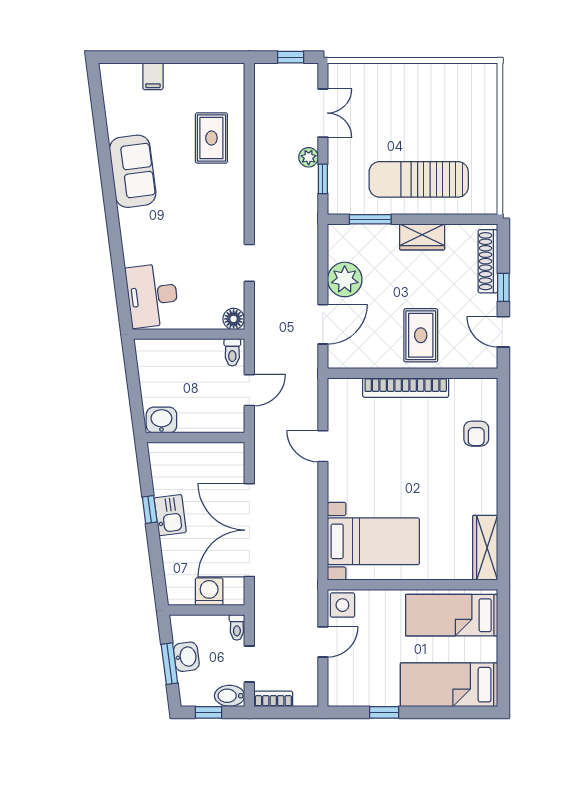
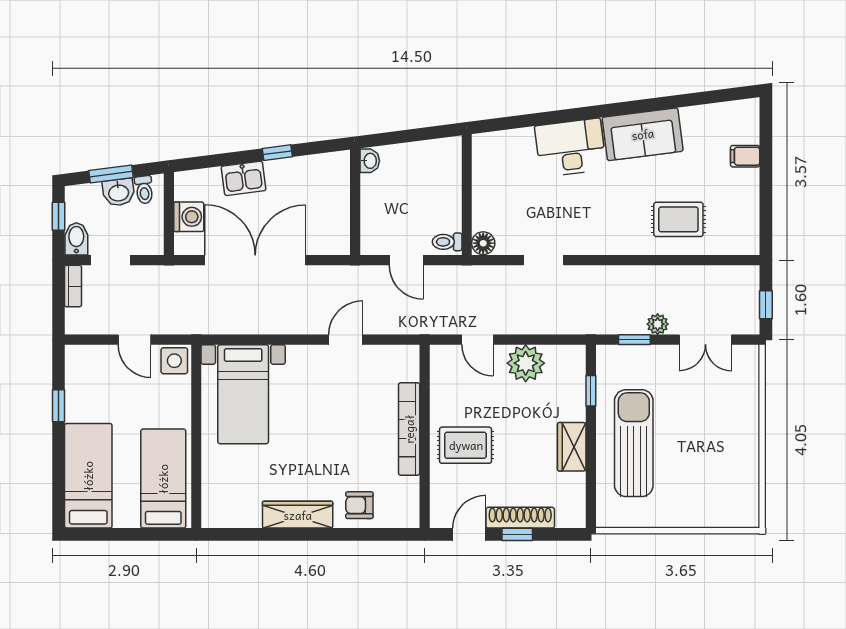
window: (370, 219) -> (591, 391), width x0.67
shoe rack: (488, 261) -> (520, 518), moved
desk: (152, 295) -> (570, 148), moved
door: (323, 324) -> (477, 340), width x0.73
washbasin: (161, 420) -> (370, 161), width x0.72, depth x0.69
kitchen sink: (170, 515) -> (244, 178), moved
wardrobe: (485, 548) -> (298, 515), moved
toilet: (237, 627) -> (144, 190), moved, turned -97

